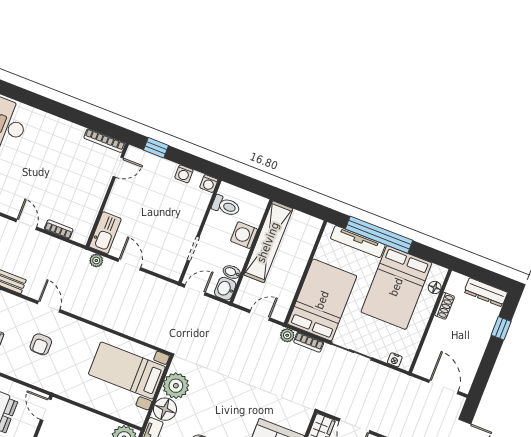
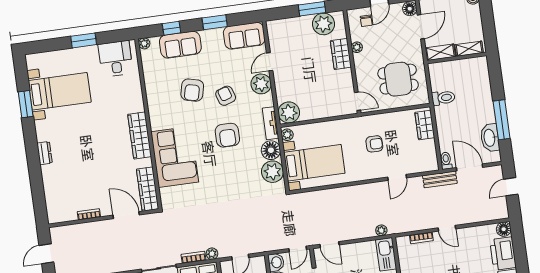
door: (129, 264) -> (329, 245), moved
door: (49, 307) -> (397, 177), hinge flipped
armchair: (41, 344) -> (374, 144), moved, turned 90
plant: (139, 416) -> (287, 135), added

